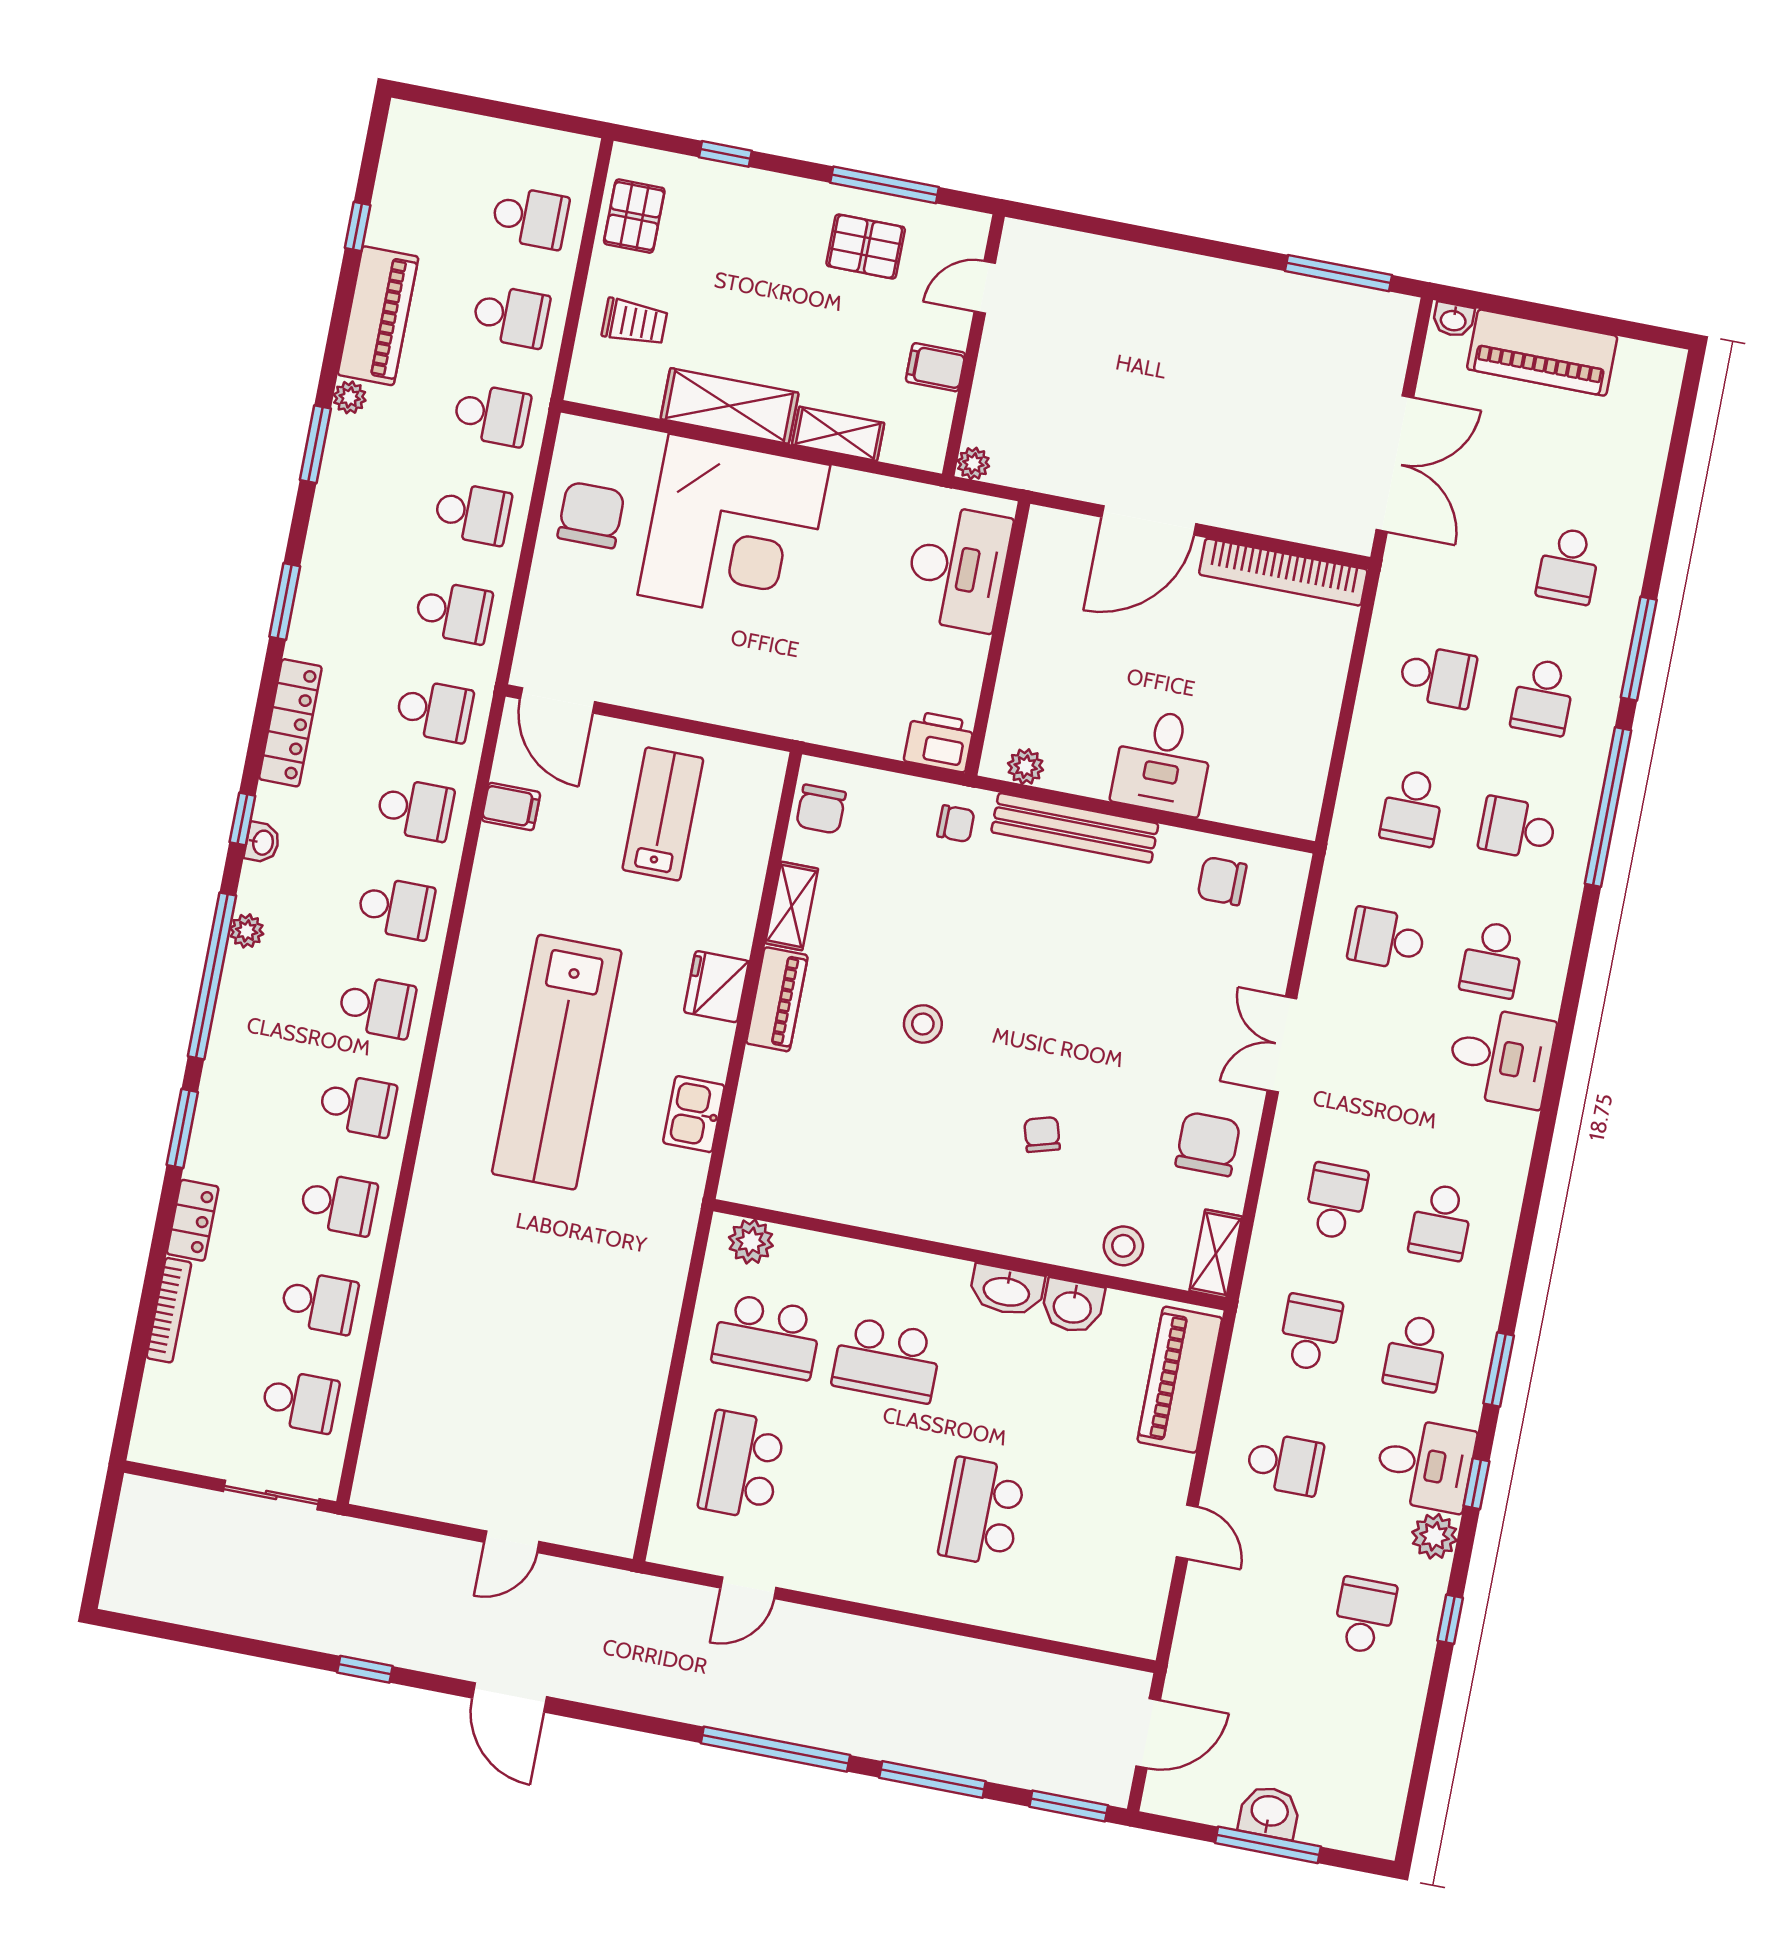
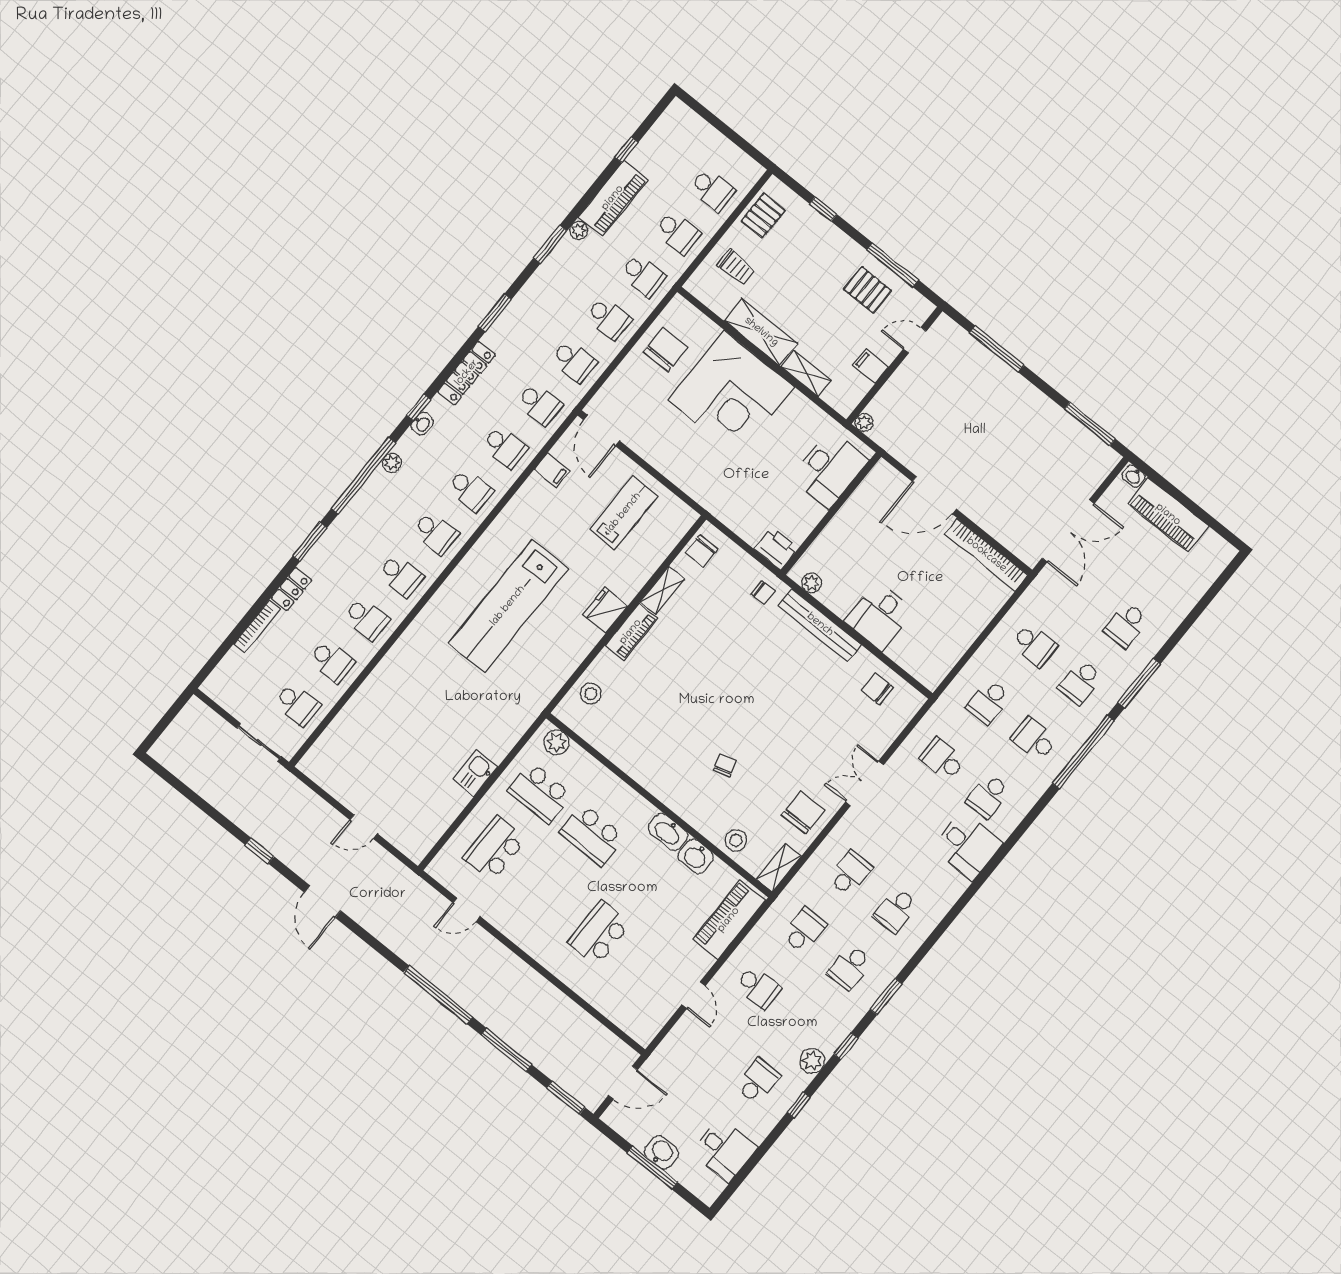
window: (1124, 231) -> (997, 349), added
stool: (923, 1024) -> (591, 694), moved
kitchen sink: (694, 1114) -> (475, 773), moved
desk: (1425, 1465) -> (724, 1150), moved

